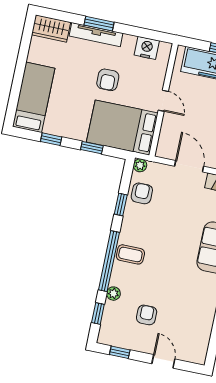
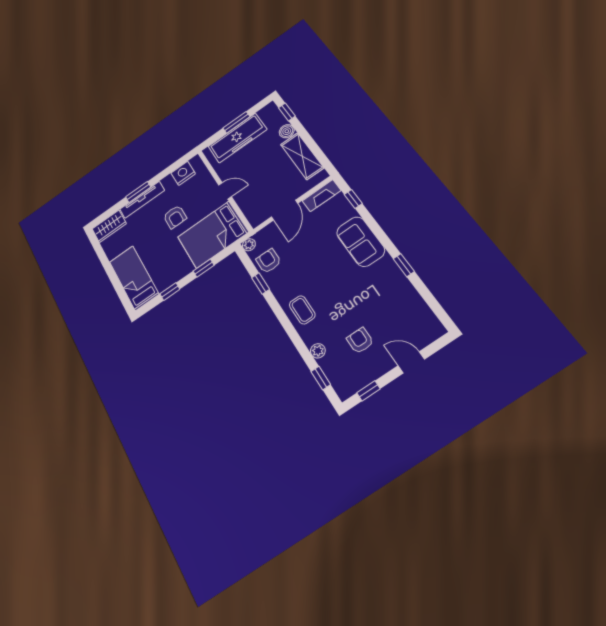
door: (189, 166) -> (285, 210), swing flipped
coffee table: (130, 254) -> (302, 310), turned 90
window: (109, 261) -> (291, 331), removed

